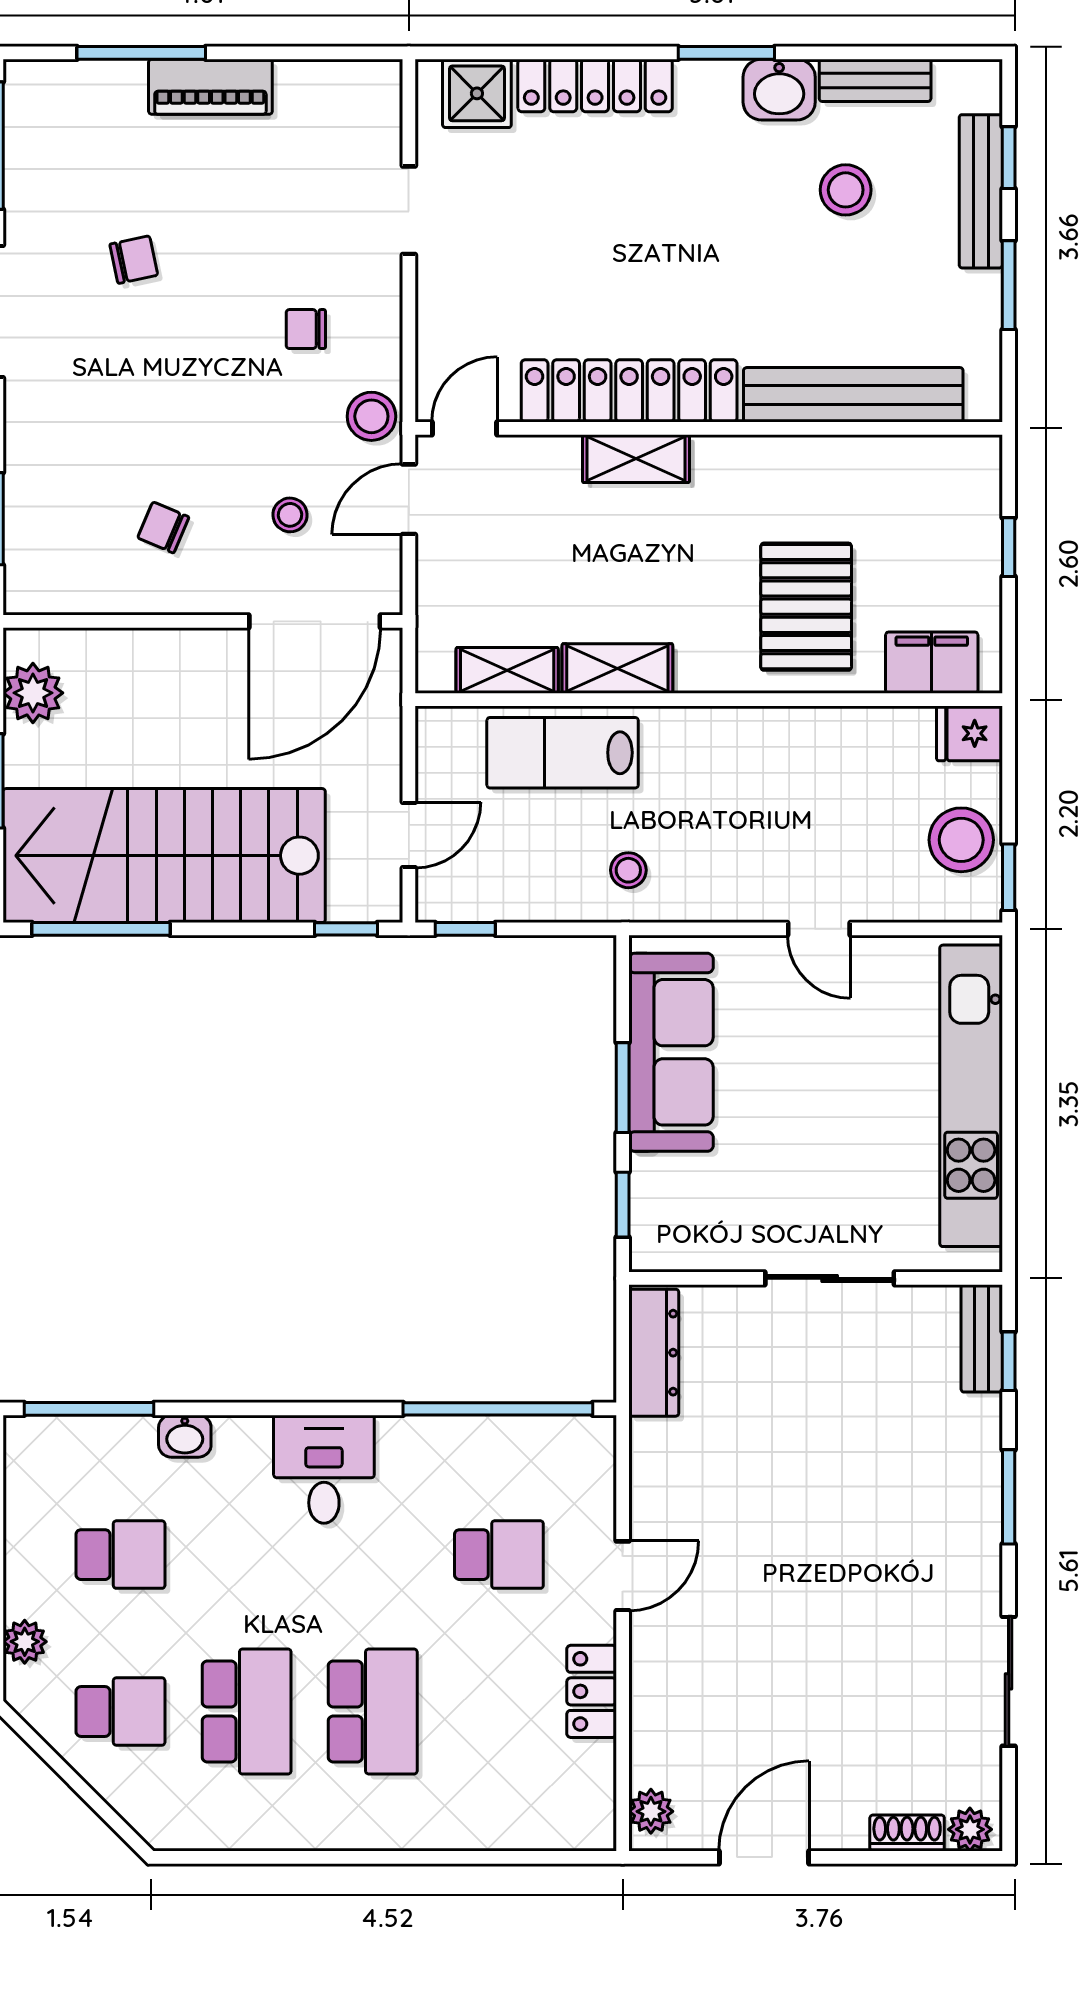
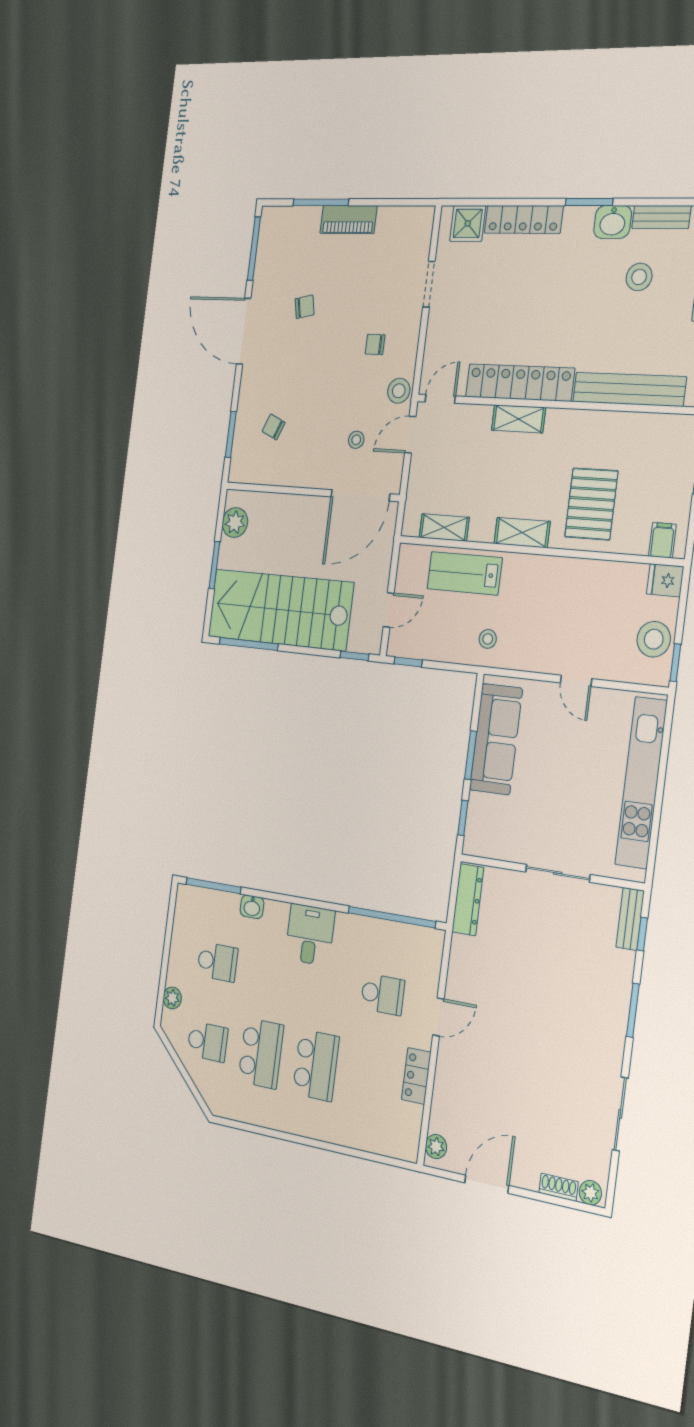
chair: (163, 527) -> (274, 427), moved
filing cabinet: (932, 663) -> (662, 540), width x0.50
shelving: (617, 668) -> (522, 533), moved

